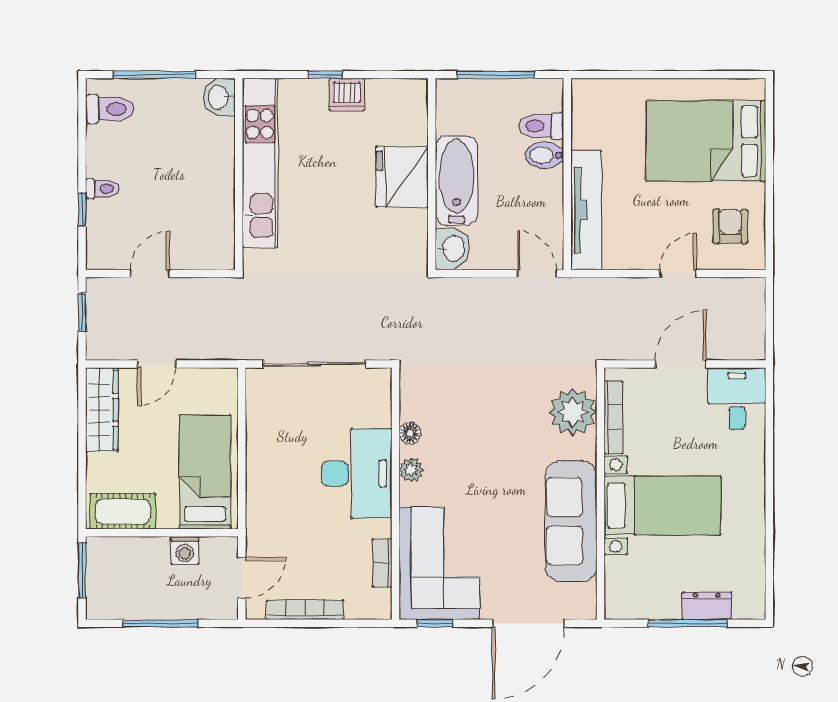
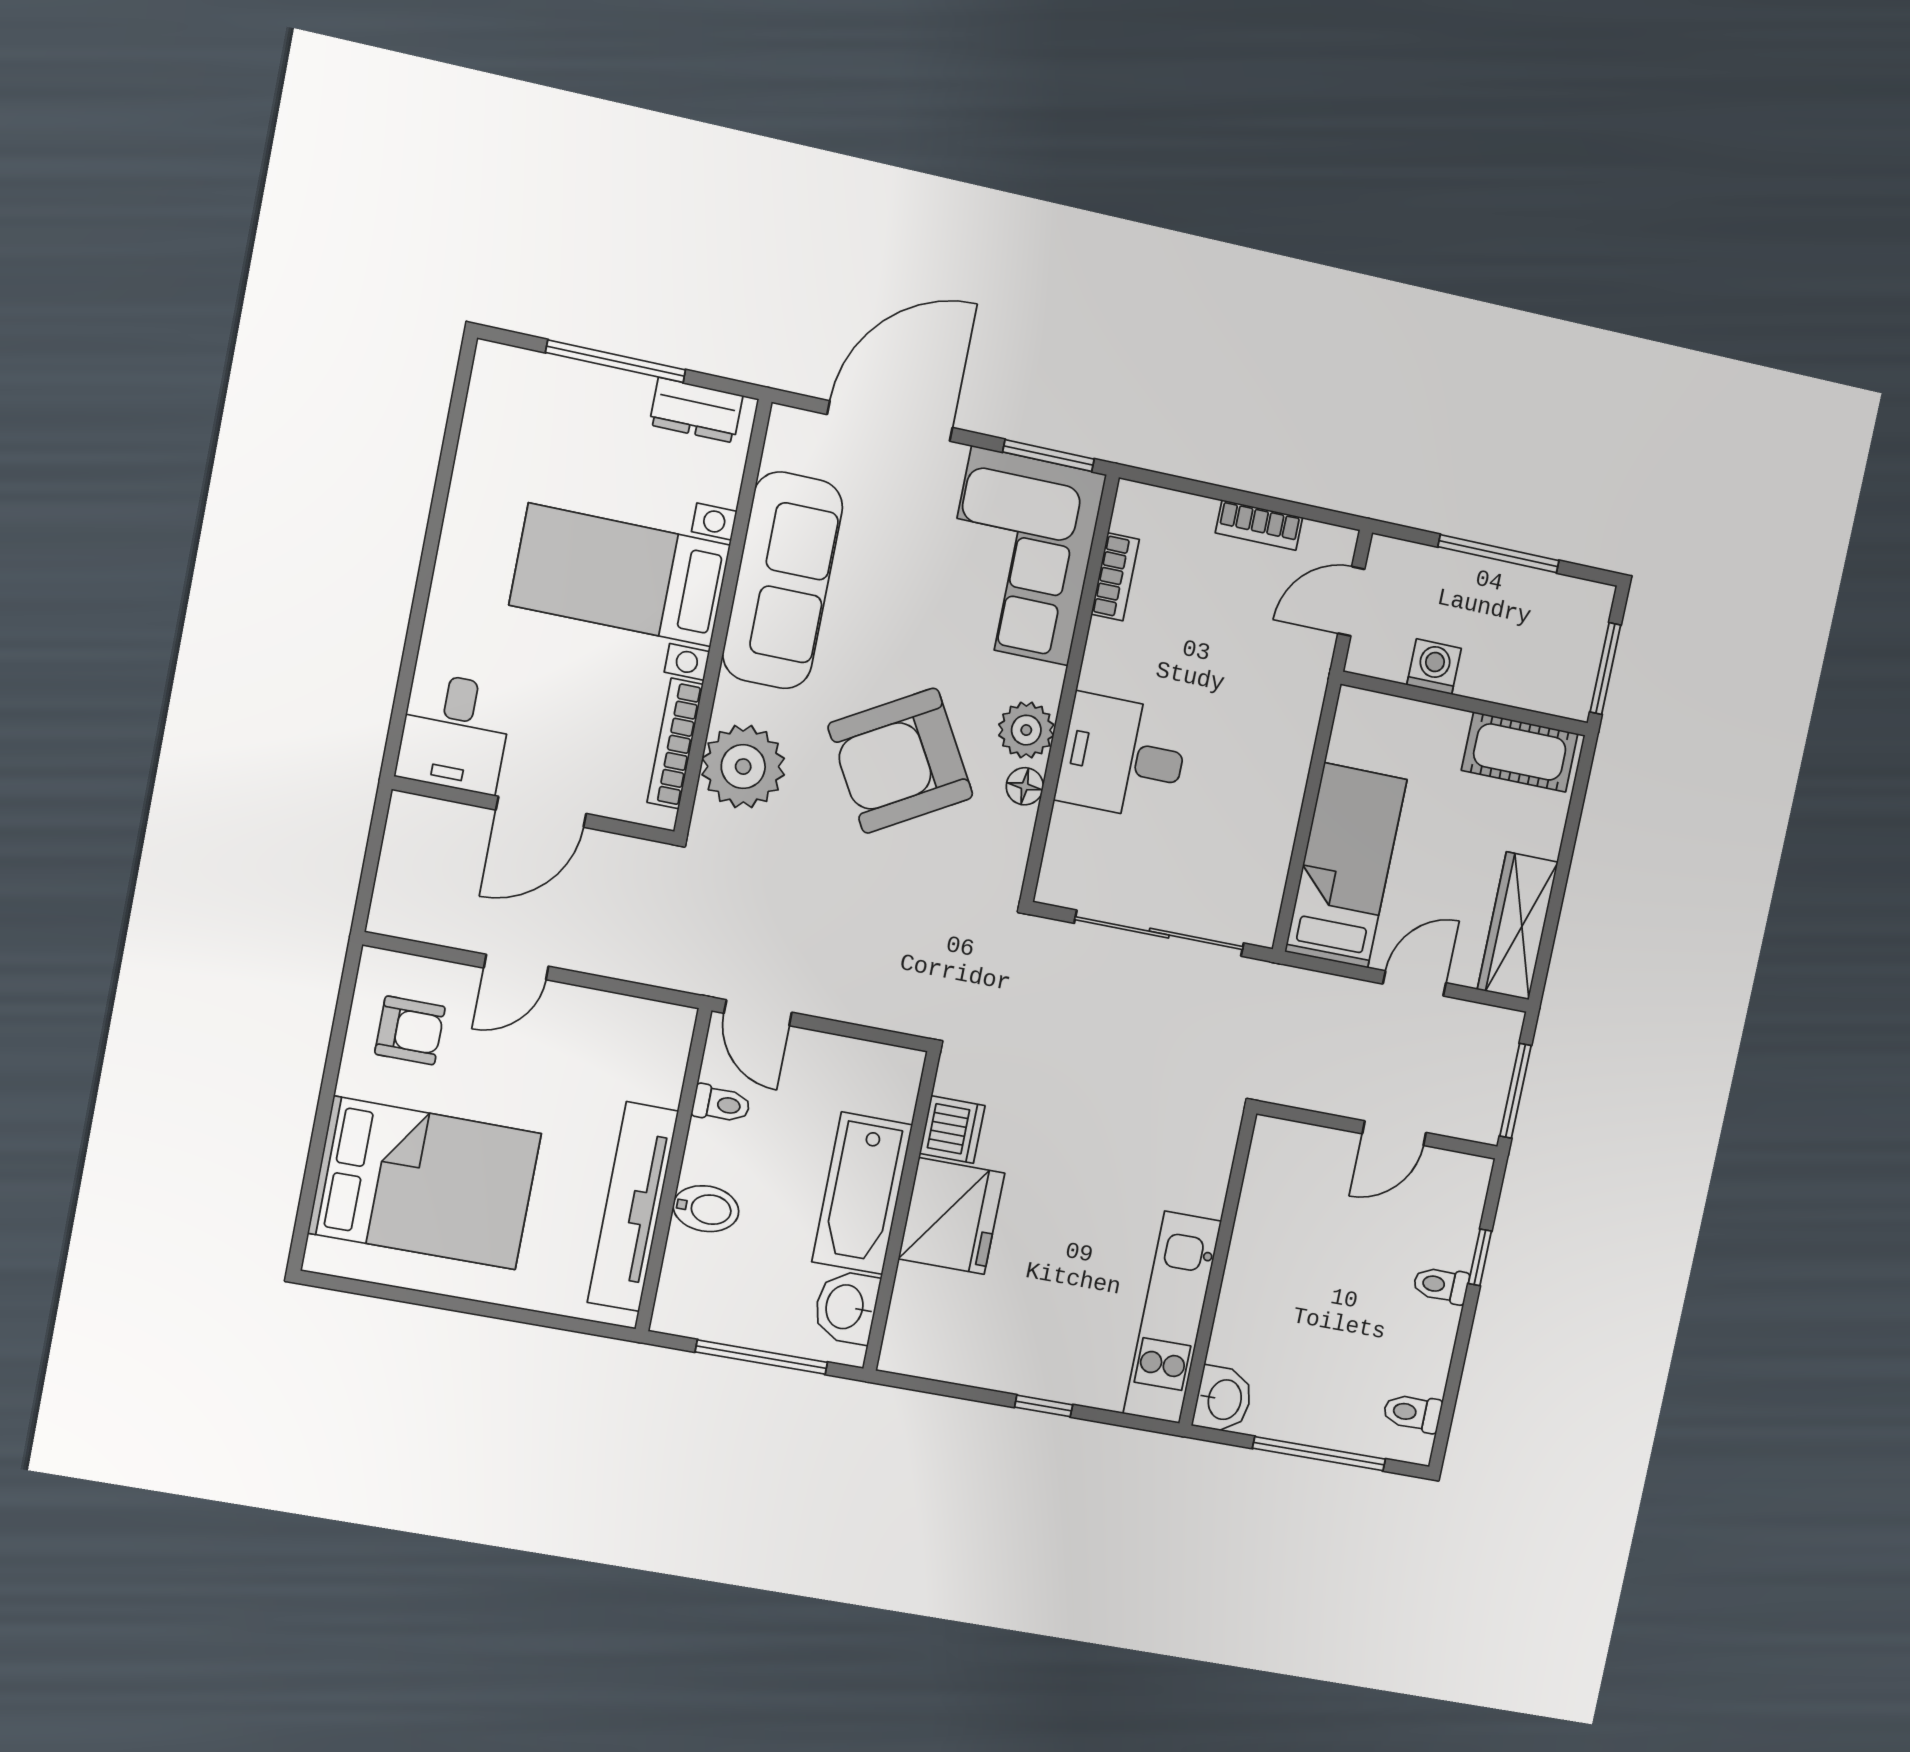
dishwasher: (347, 95) -> (952, 1129), moved, turned 90
toilet: (110, 109) -> (1412, 1413), width x0.73, depth x0.72
toilet: (541, 126) -> (721, 1104), moved, width x0.73, depth x0.72
kitchen unit: (260, 163) -> (1172, 1317), width x0.73
tv unit: (586, 210) -> (633, 1207), moved
armchair: (730, 226) -> (410, 1030), turned -90
washbasin: (453, 249) -> (846, 1307), moved
window: (82, 312) -> (1515, 1091), width x1.50
armchair: (484, 433) -> (900, 761), added
plant: (411, 470) -> (1026, 730), width x1.38, depth x1.38
bed: (205, 472) -> (1346, 866), moved, turned 180
desk: (357, 473) -> (1123, 757), width x0.73
dresser: (707, 606) -> (696, 410), moved
bookcase: (305, 610) -> (1259, 525), width x0.64
window: (435, 623) -> (1048, 456), width x1.50

